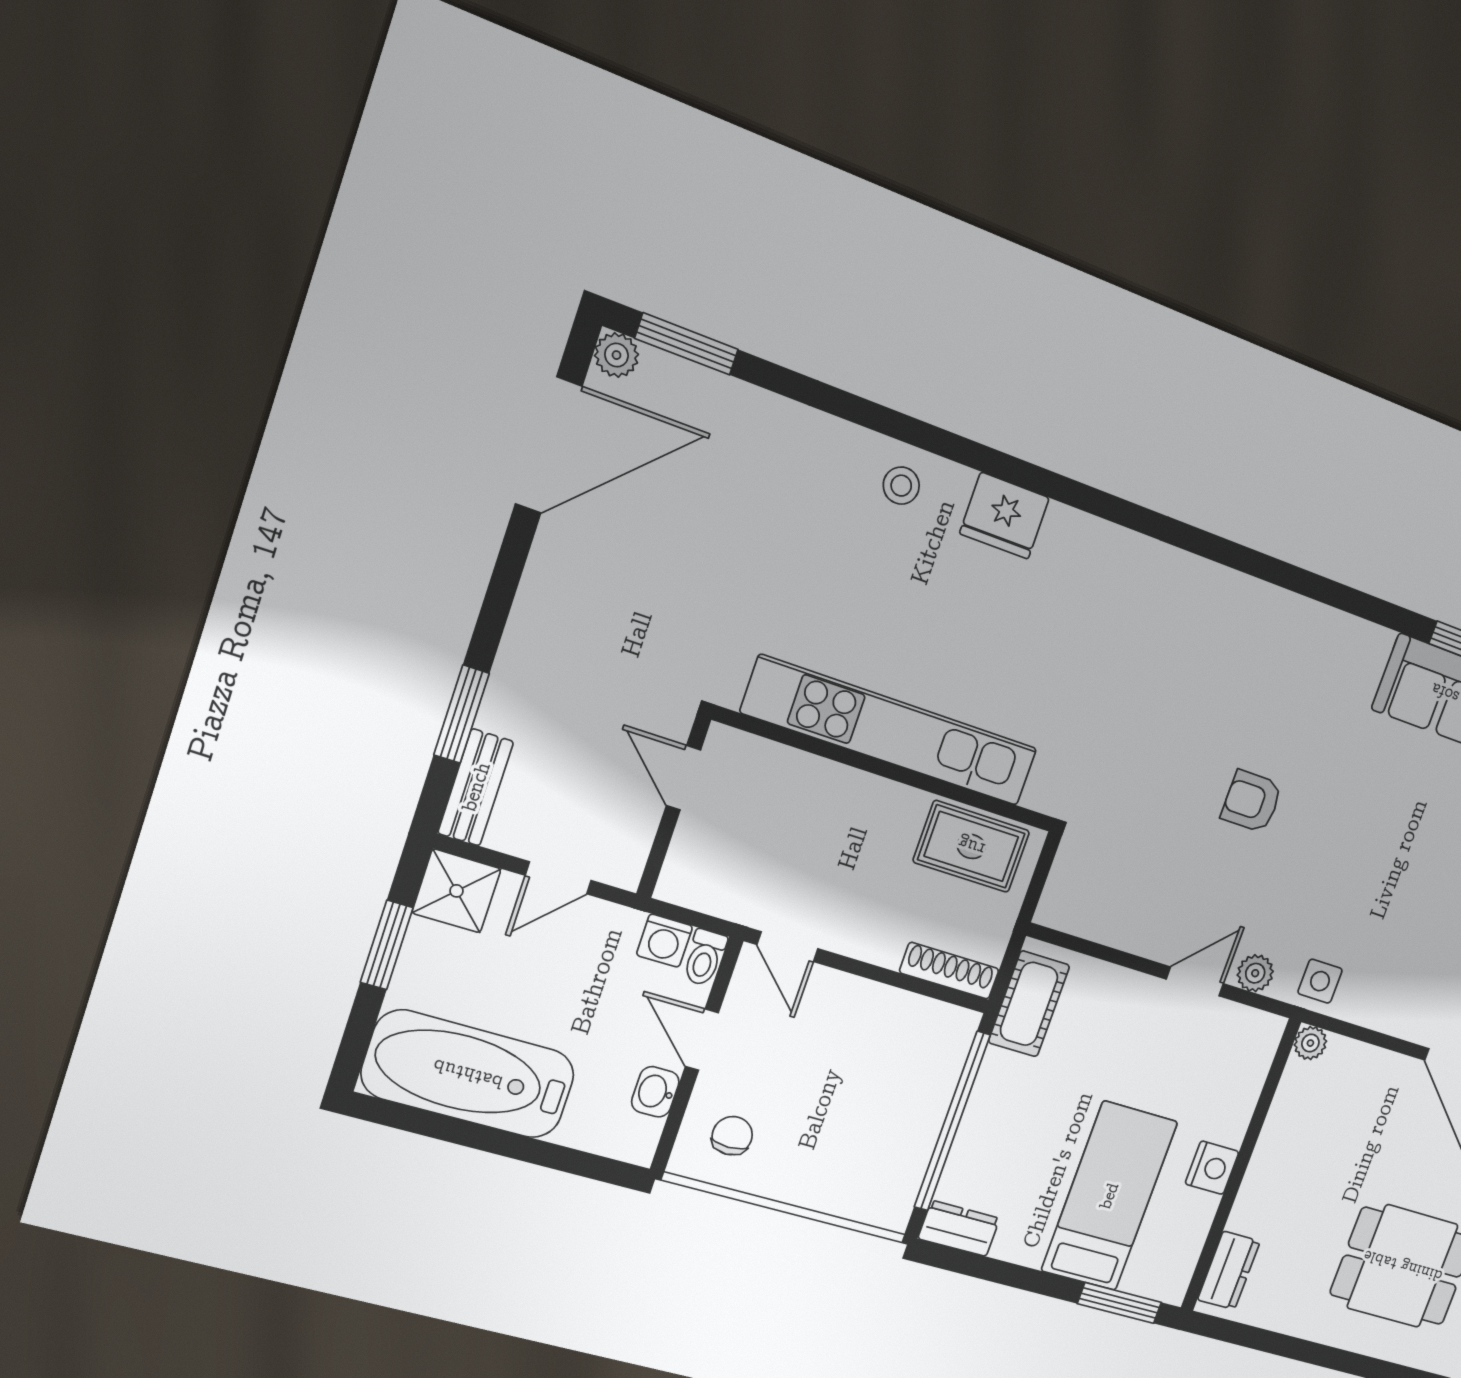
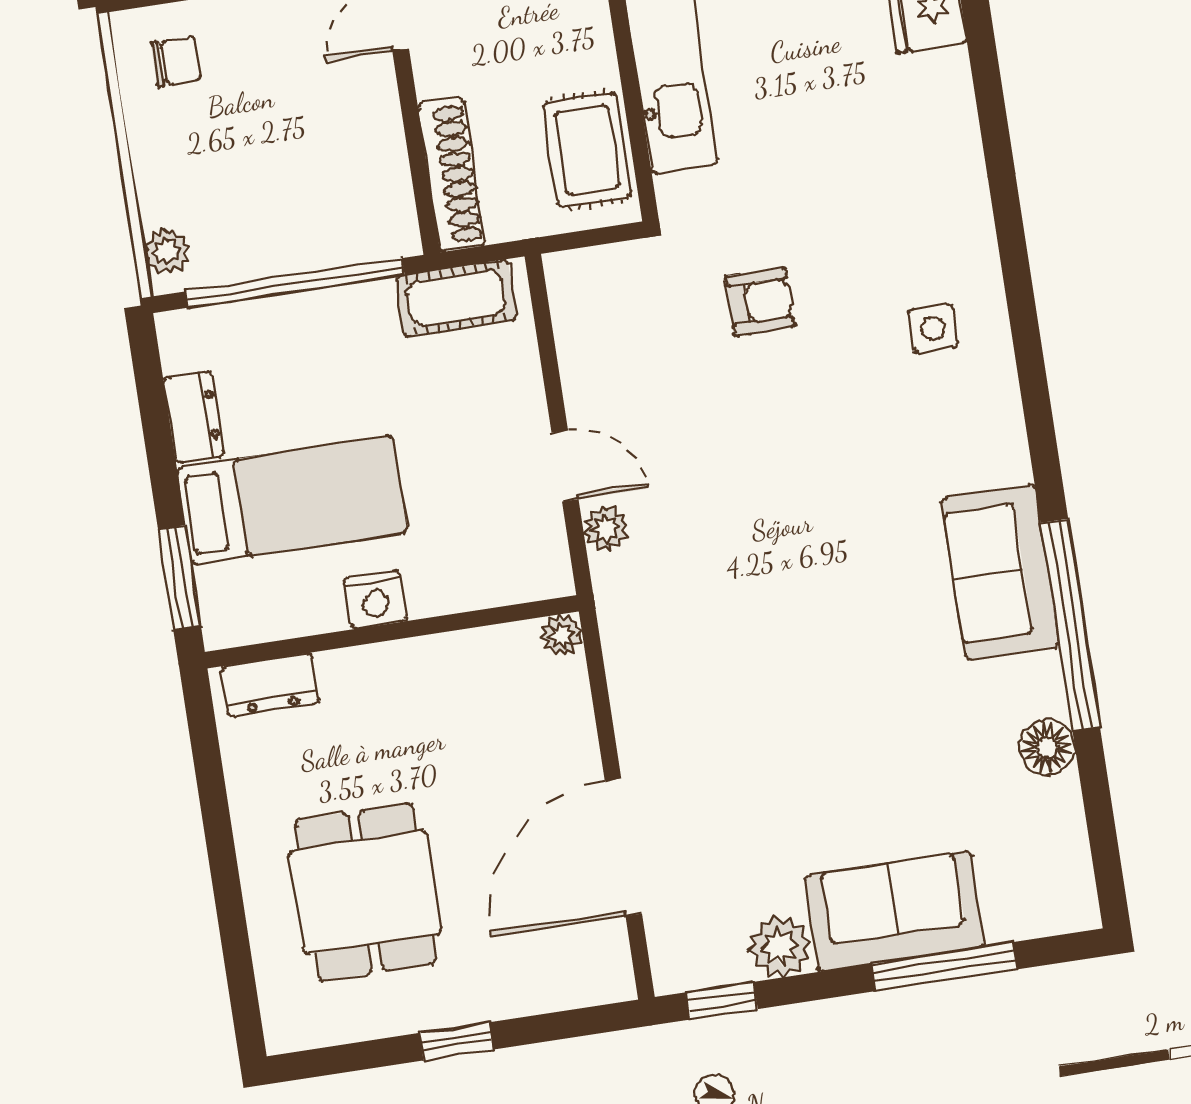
armchair: (1252, 801) -> (760, 302), moved, turned 90
shoe rack: (949, 971) -> (452, 175), width x1.36, depth x1.24
side table: (1320, 981) -> (933, 328), moved
plant: (876, 1208) -> (166, 251), added
dresser: (959, 1228) -> (194, 417), moved

